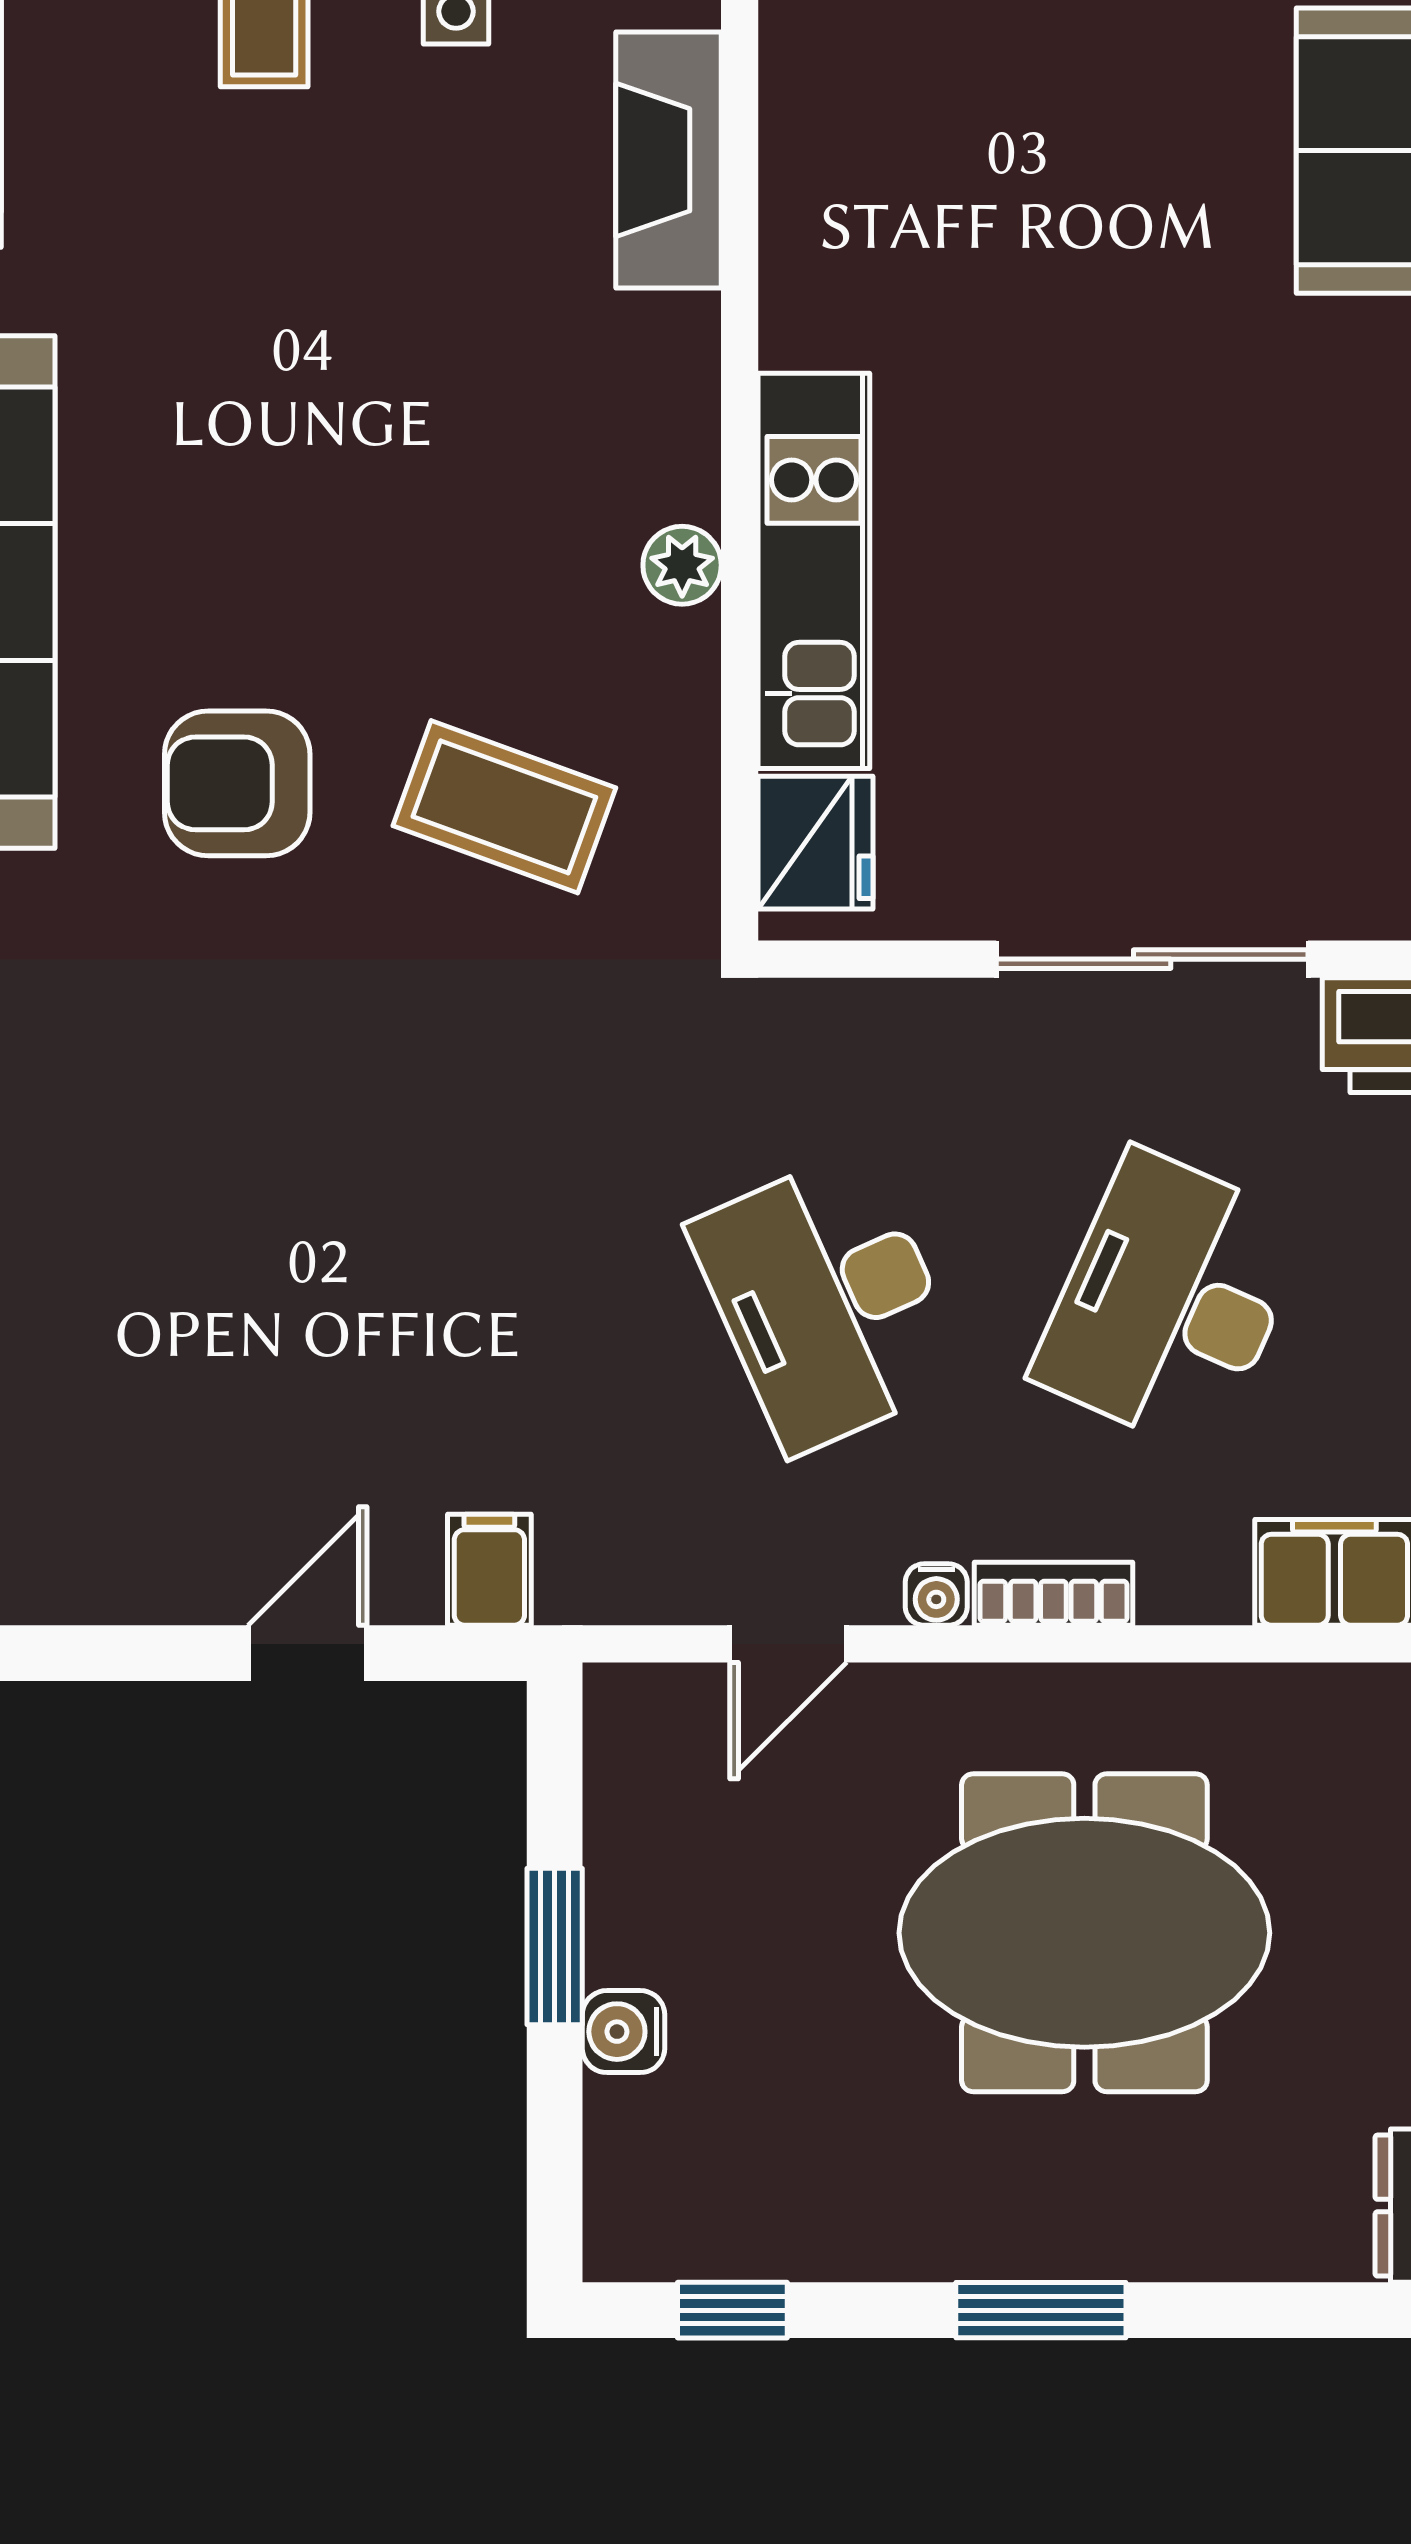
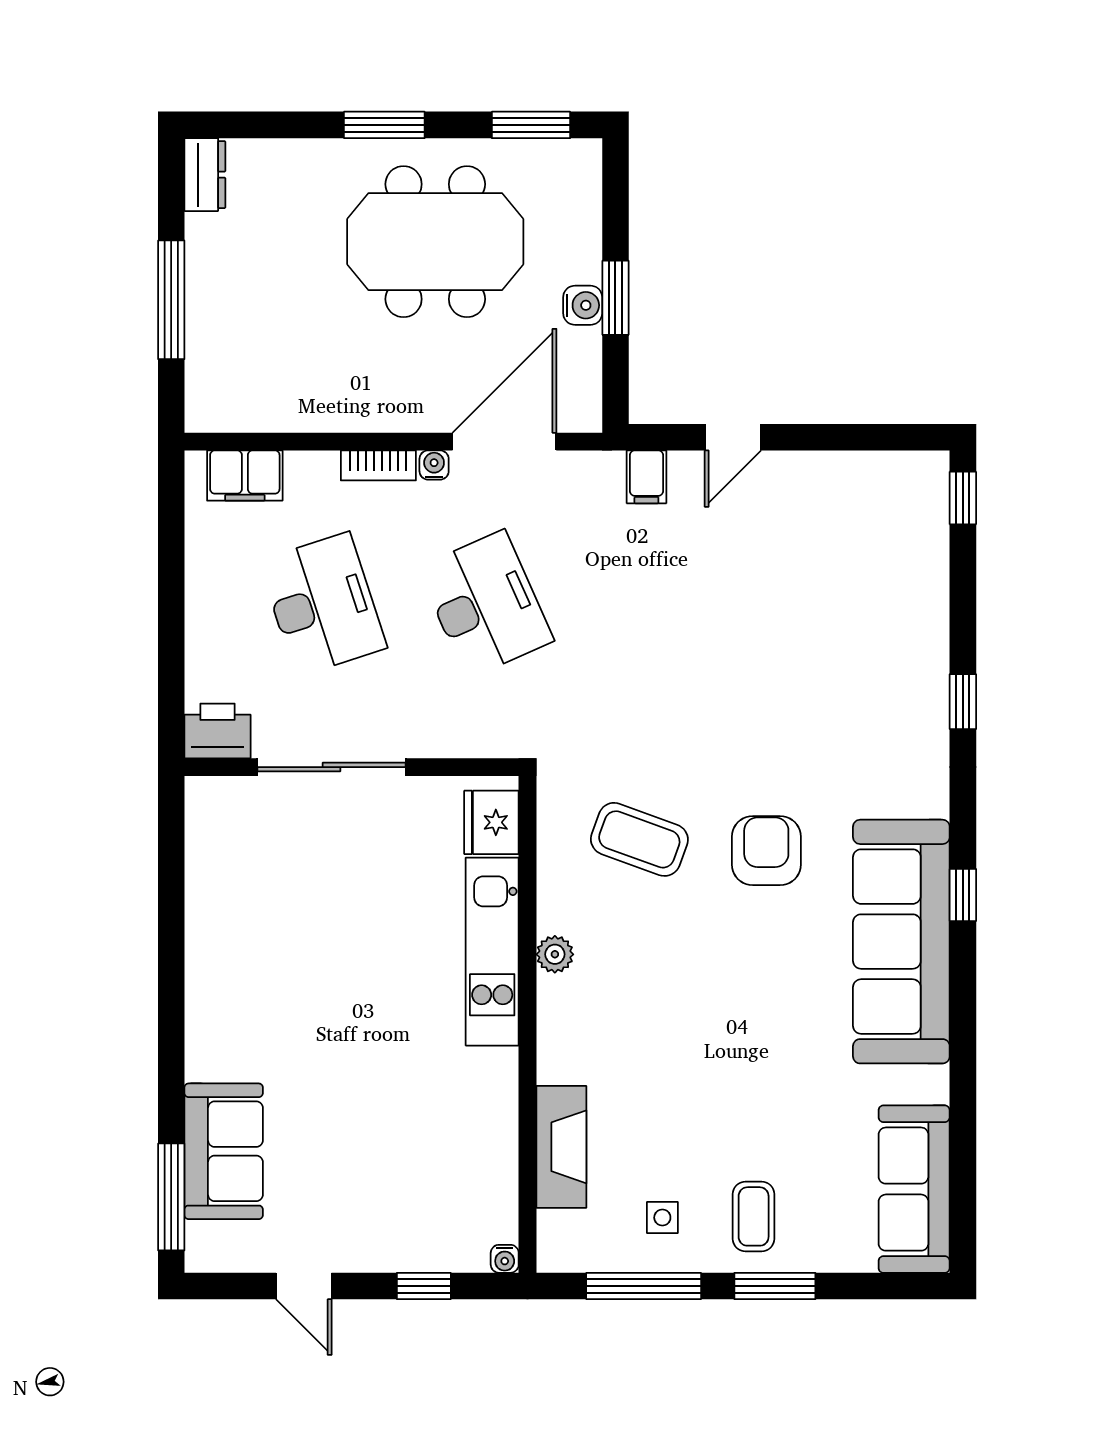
armchair: (237, 783) -> (766, 851), turned -90
desk: (1170, 1301) -> (323, 604), turned -42
door: (788, 1644) -> (504, 442), width x1.88
meeting table: (1084, 1933) -> (435, 242), moved
water cooler: (624, 2032) -> (583, 305), moved
window: (732, 2310) -> (531, 125), width x1.50

